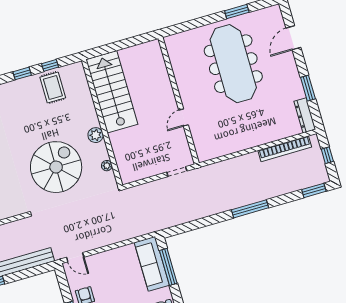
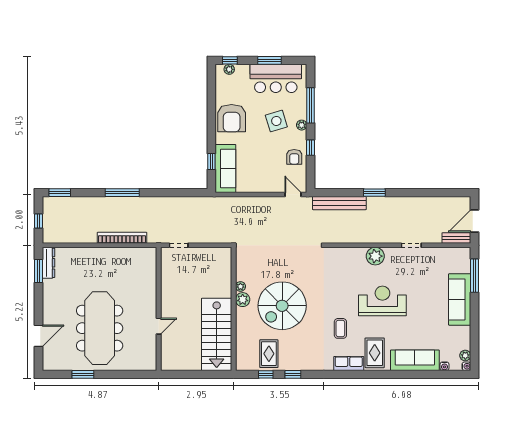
window: (308, 88) -> (39, 271), moved
door: (183, 117) -> (159, 326), moved
bookcase: (285, 149) -> (122, 238), moved
plant: (107, 166) -> (240, 286), moved
spiral stairs: (56, 167) -> (282, 306), moved
window: (168, 267) -> (211, 161), width x0.46

